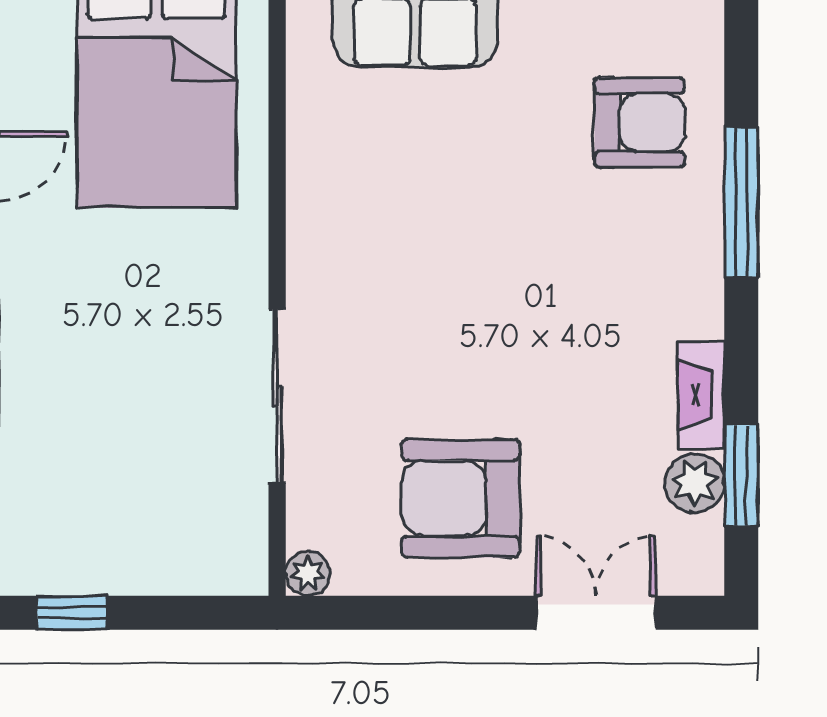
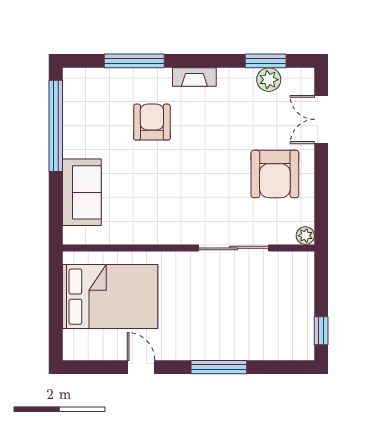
armchair: (639, 123) -> (152, 122), moved
window: (741, 202) -> (134, 61), moved
fireplace: (701, 395) -> (194, 77), moved

